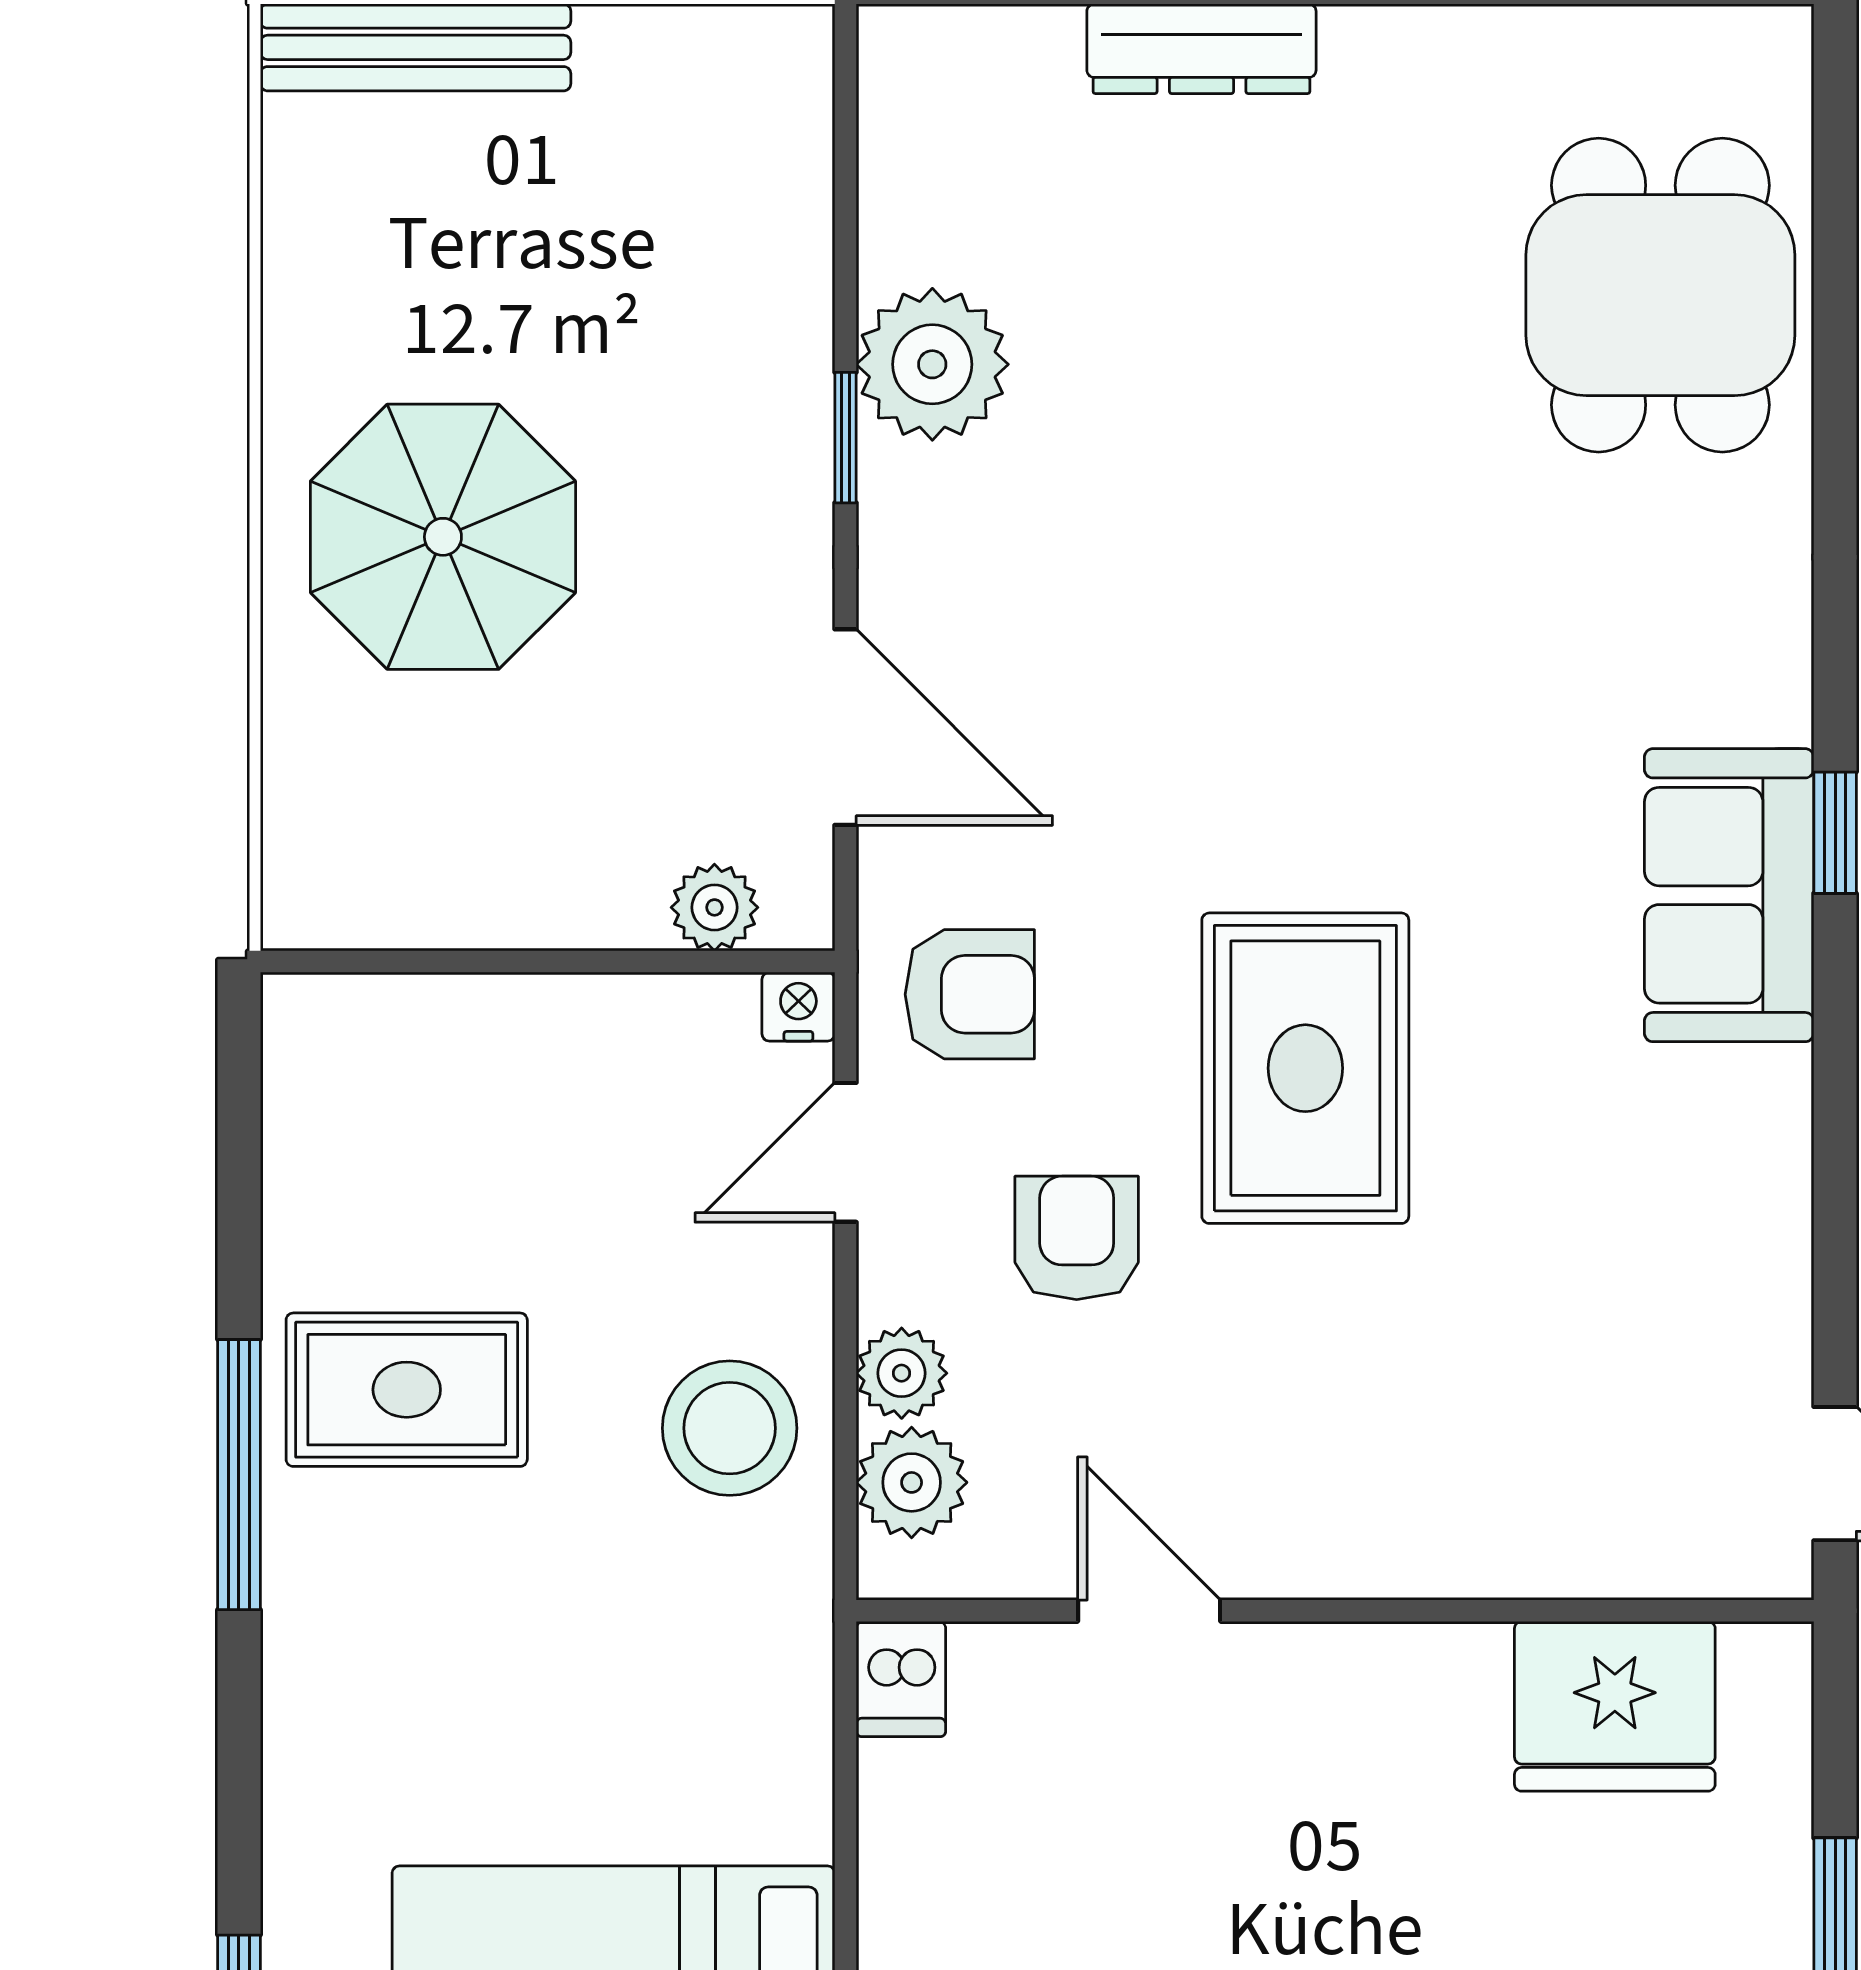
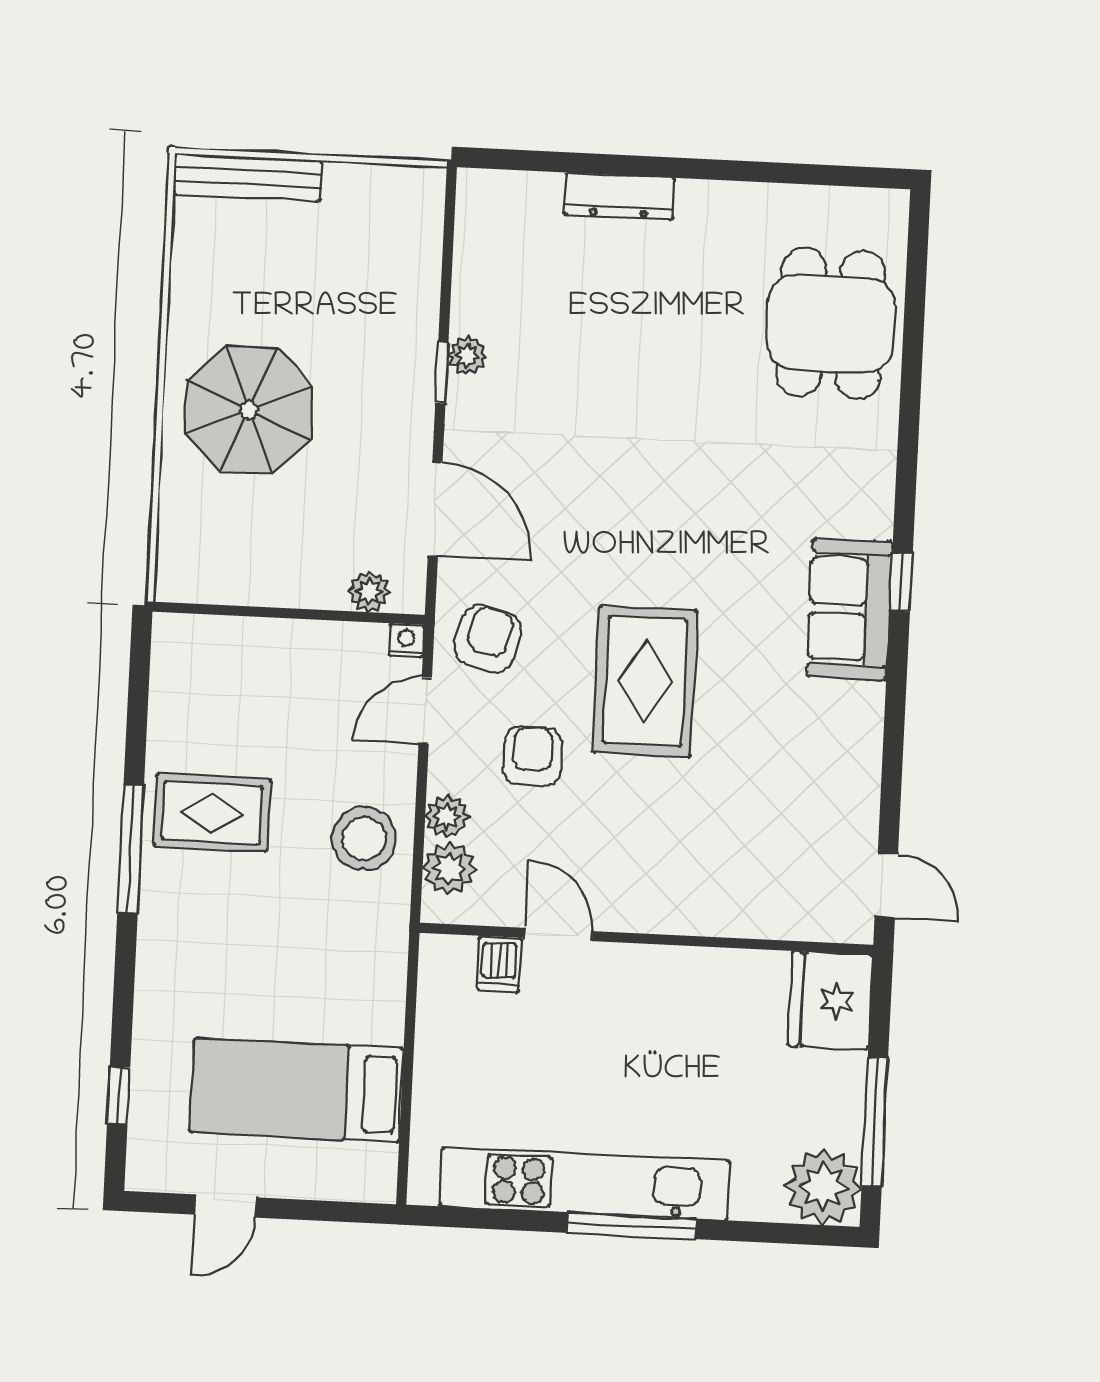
plant: (932, 364) -> (467, 355), width x0.53, depth x0.53
armchair: (970, 994) -> (488, 639), turned -74
dishwasher: (901, 1679) -> (499, 964), moved
fridge: (1615, 1706) -> (830, 1000), moved, turned 90

